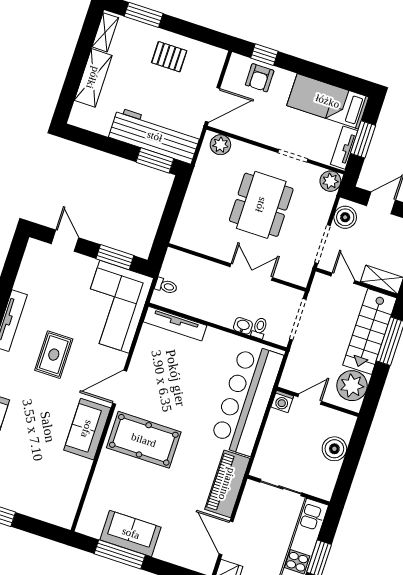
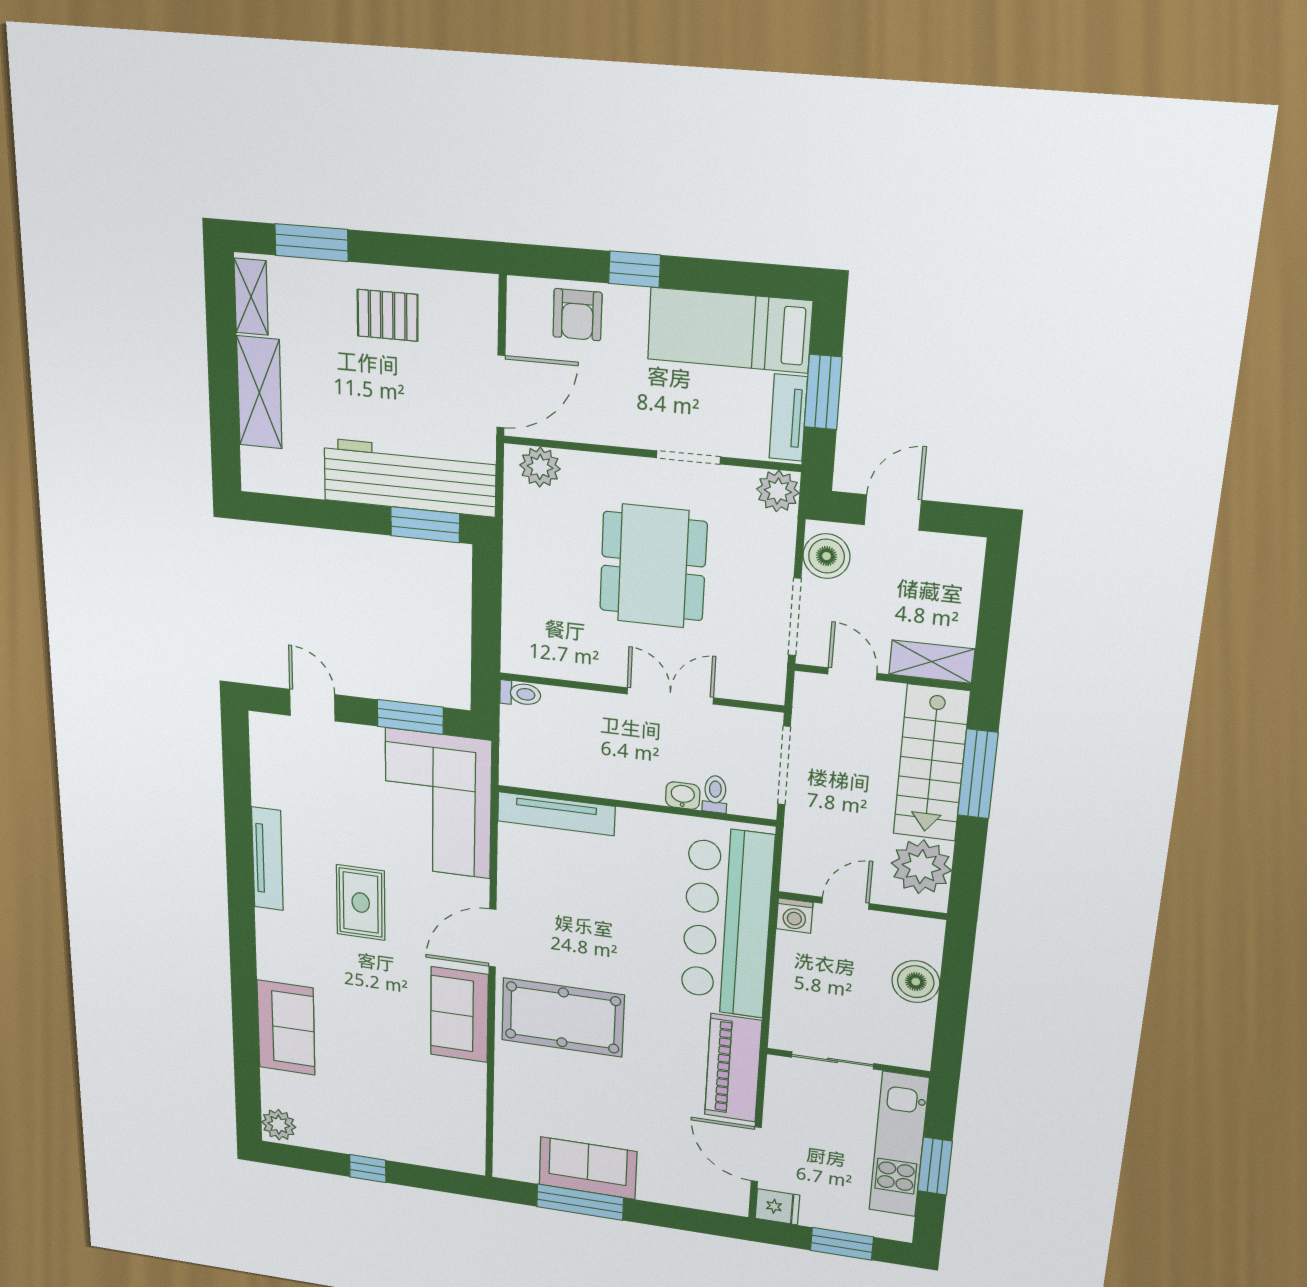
window: (264, 55) -> (634, 269), moved
toilet: (166, 286) -> (520, 694), moved

